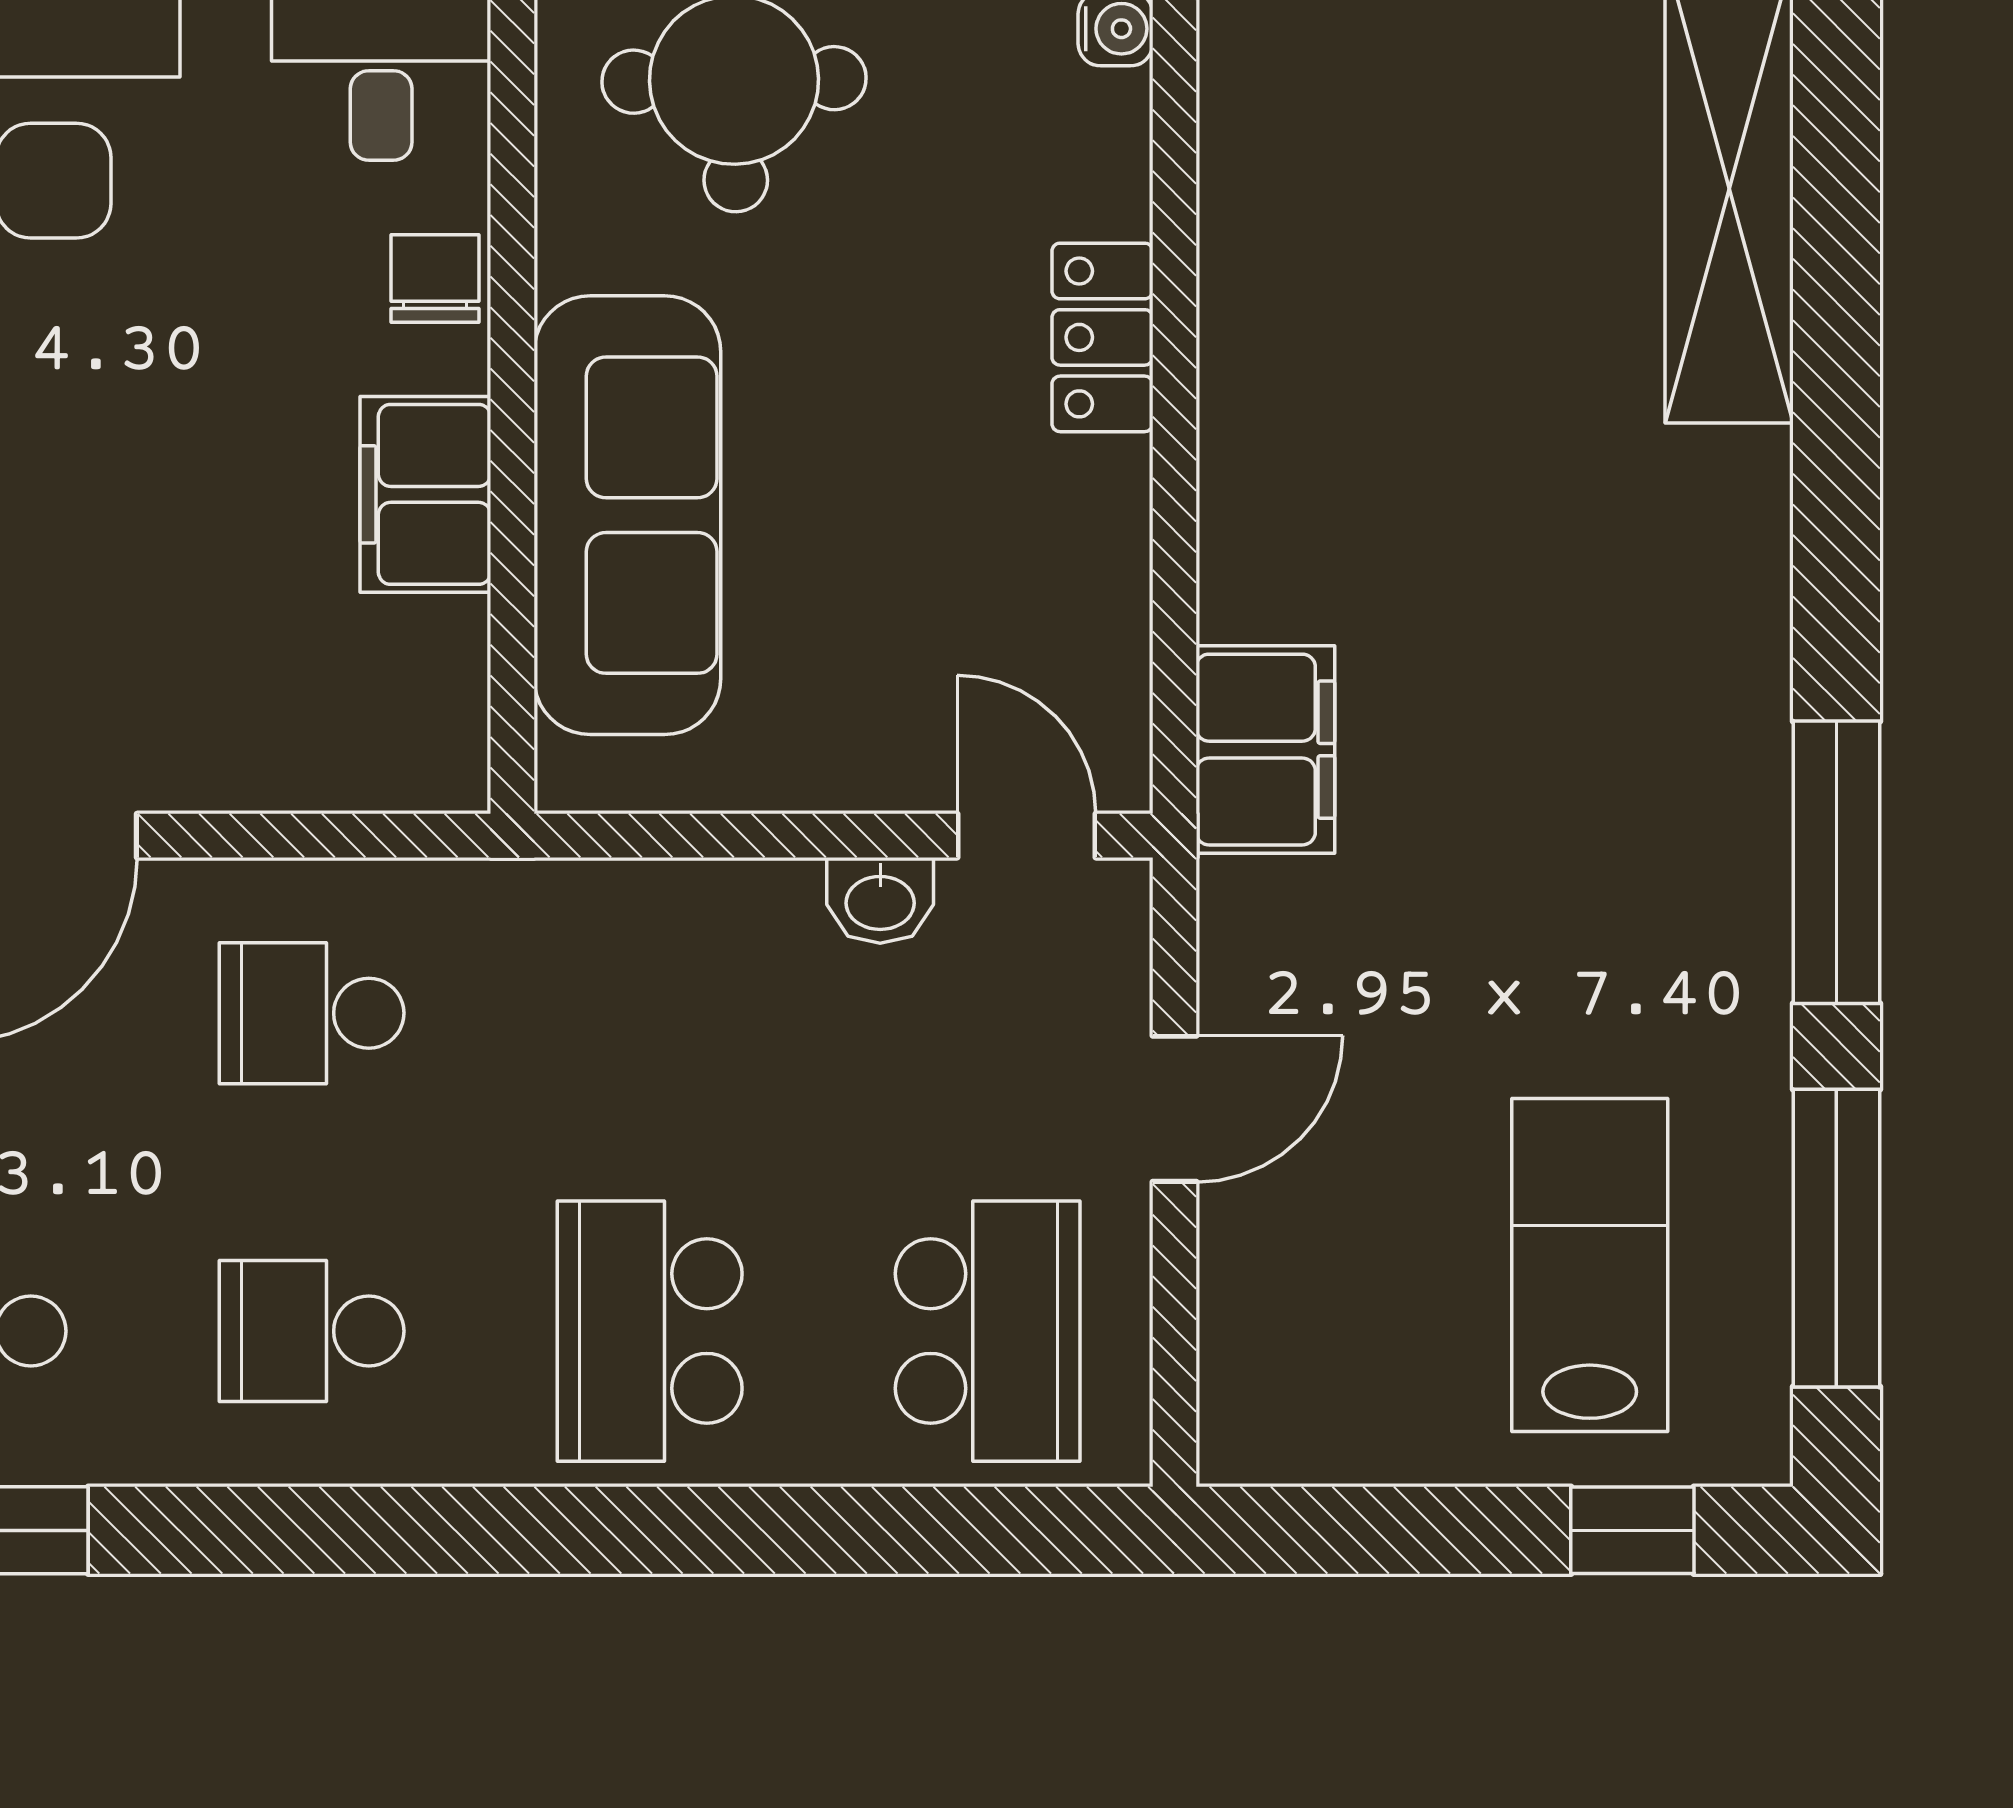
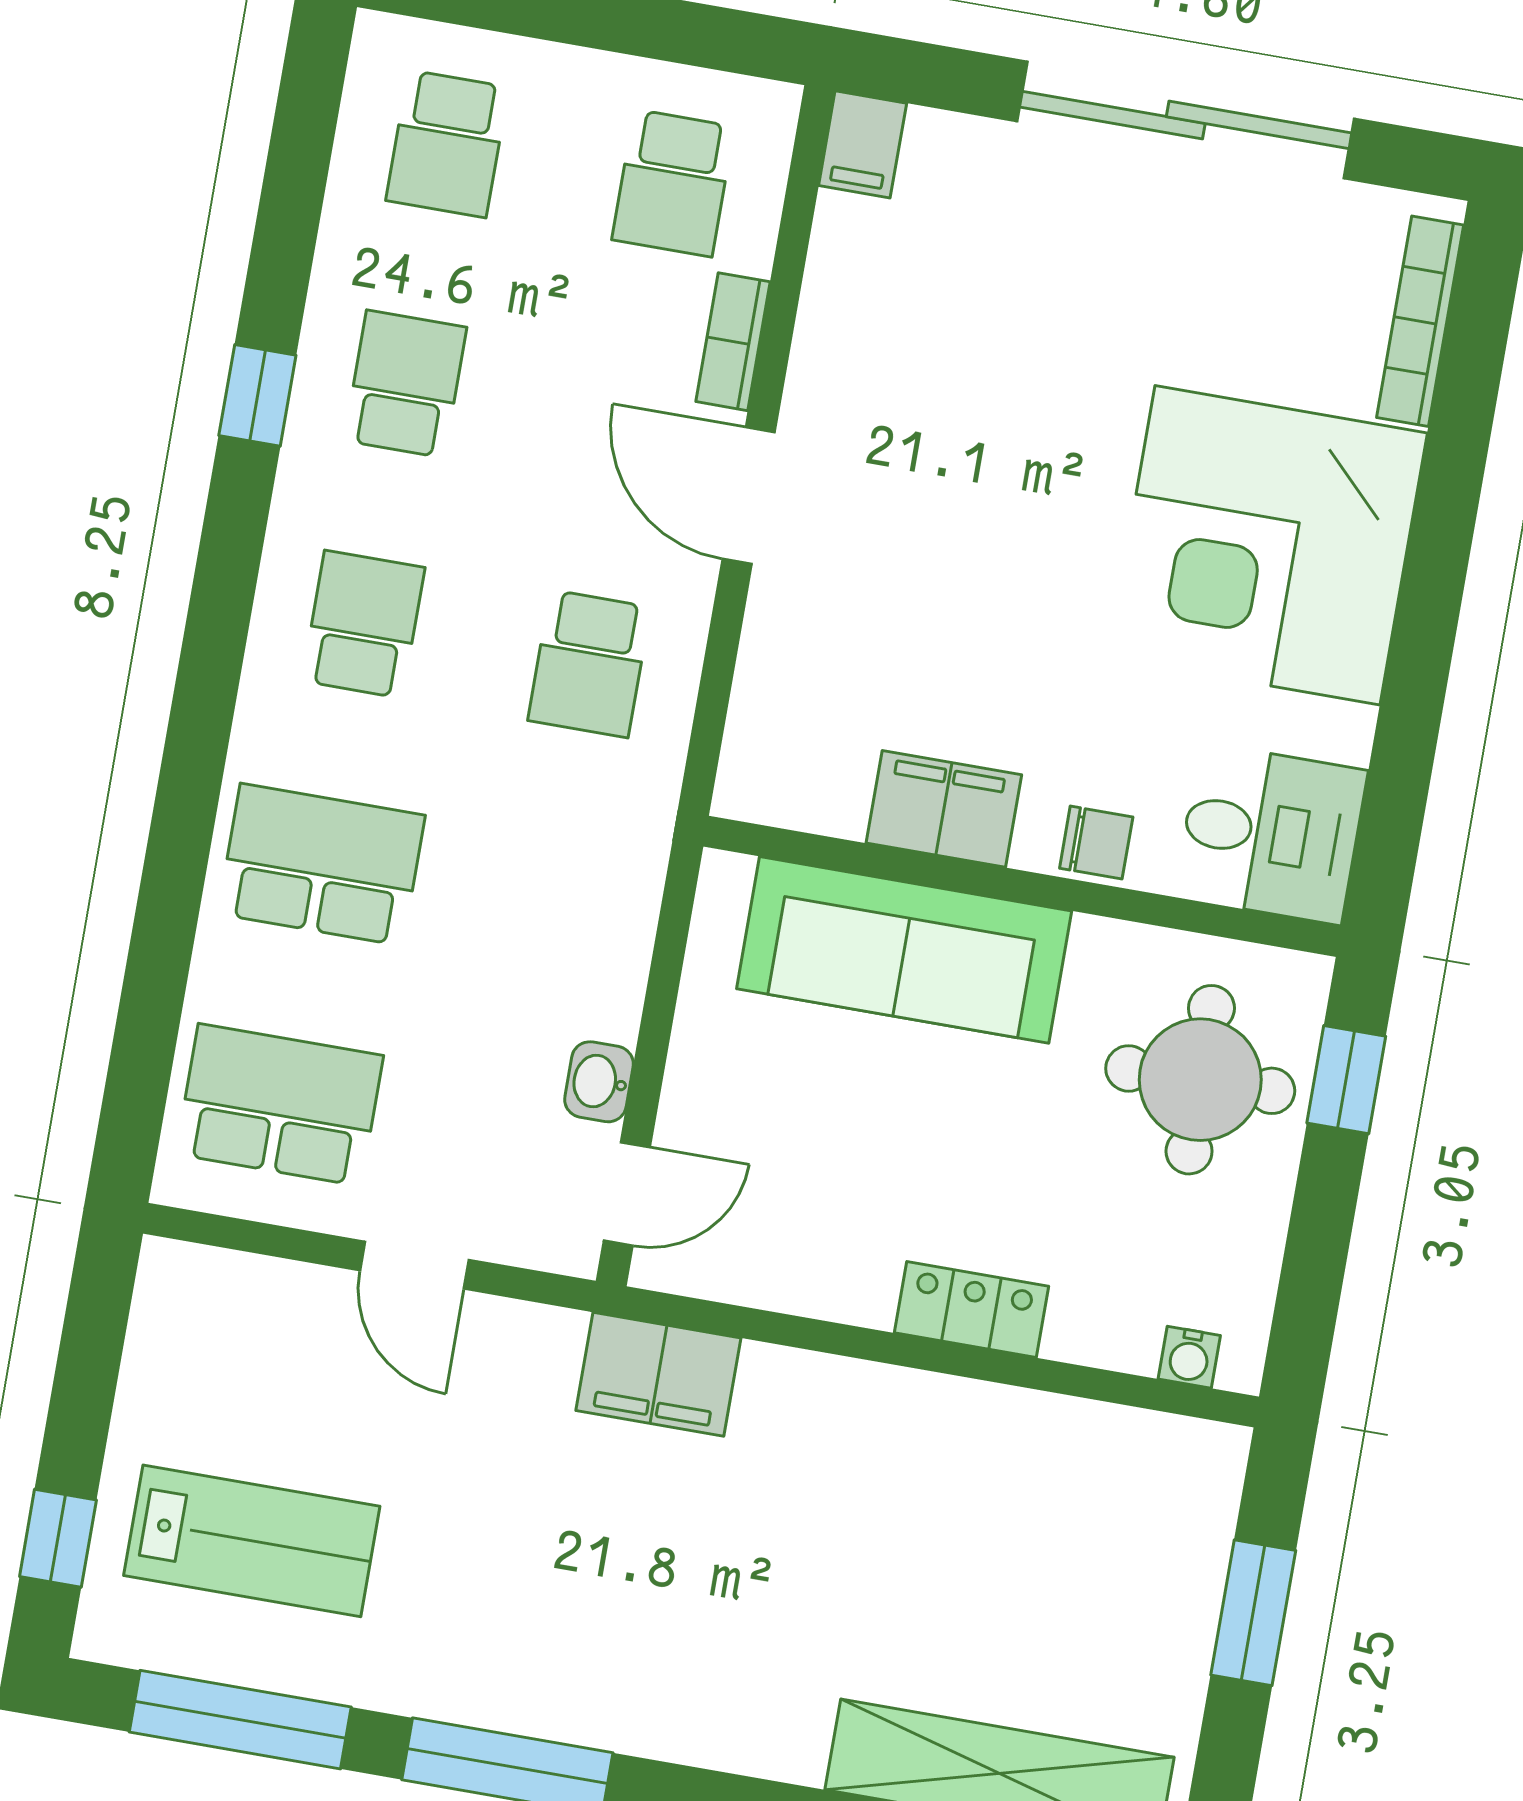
school desk: (312, 1013) -> (589, 664), turned 180
school desk: (988, 1331) -> (280, 1105), turned 180

